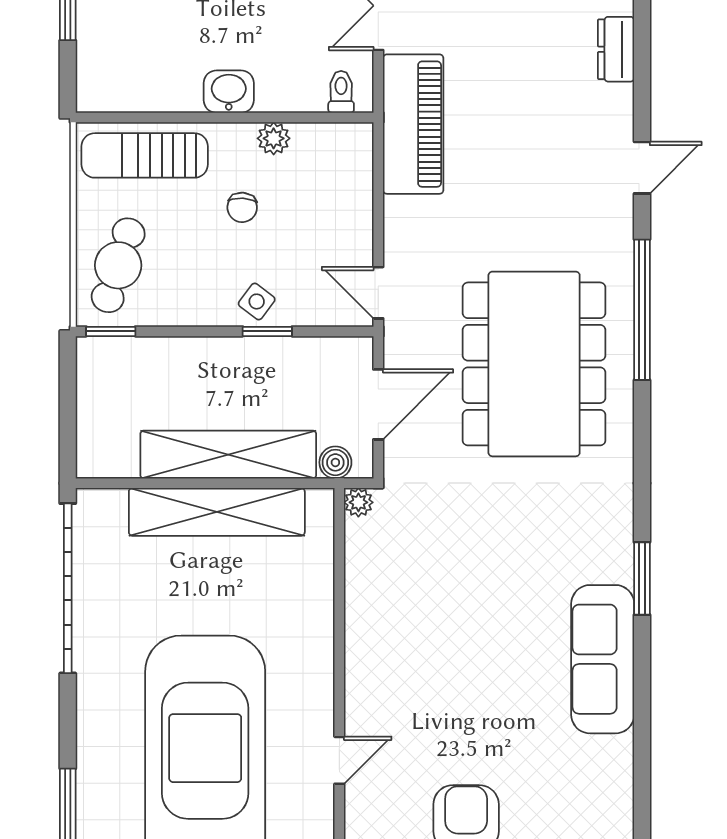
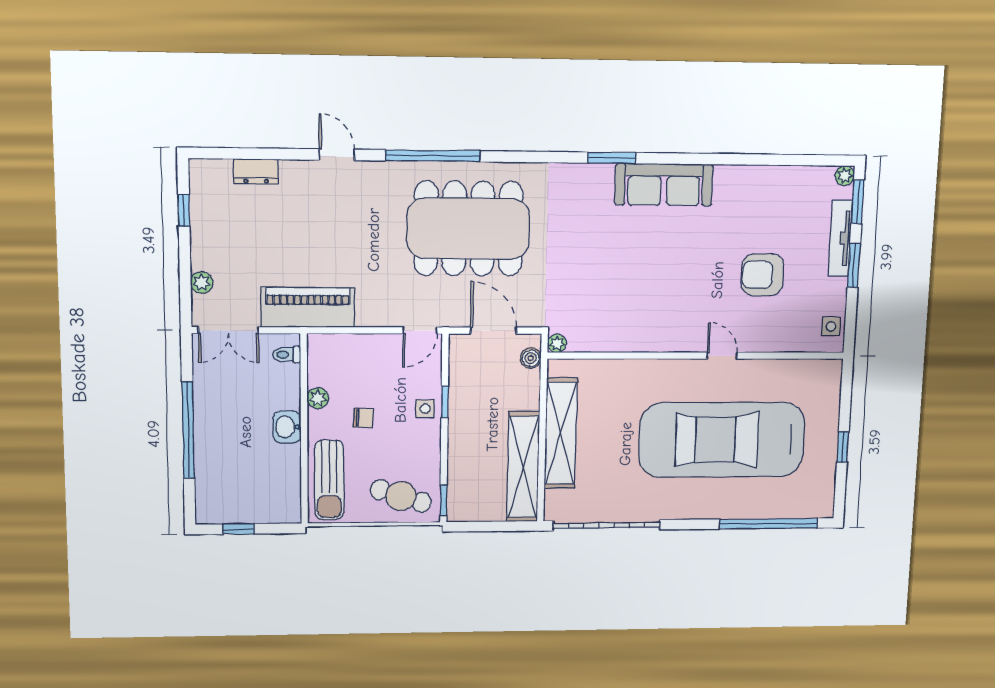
side table: (257, 301) -> (425, 409), turned -37
shelving: (228, 455) -> (523, 467), moved

